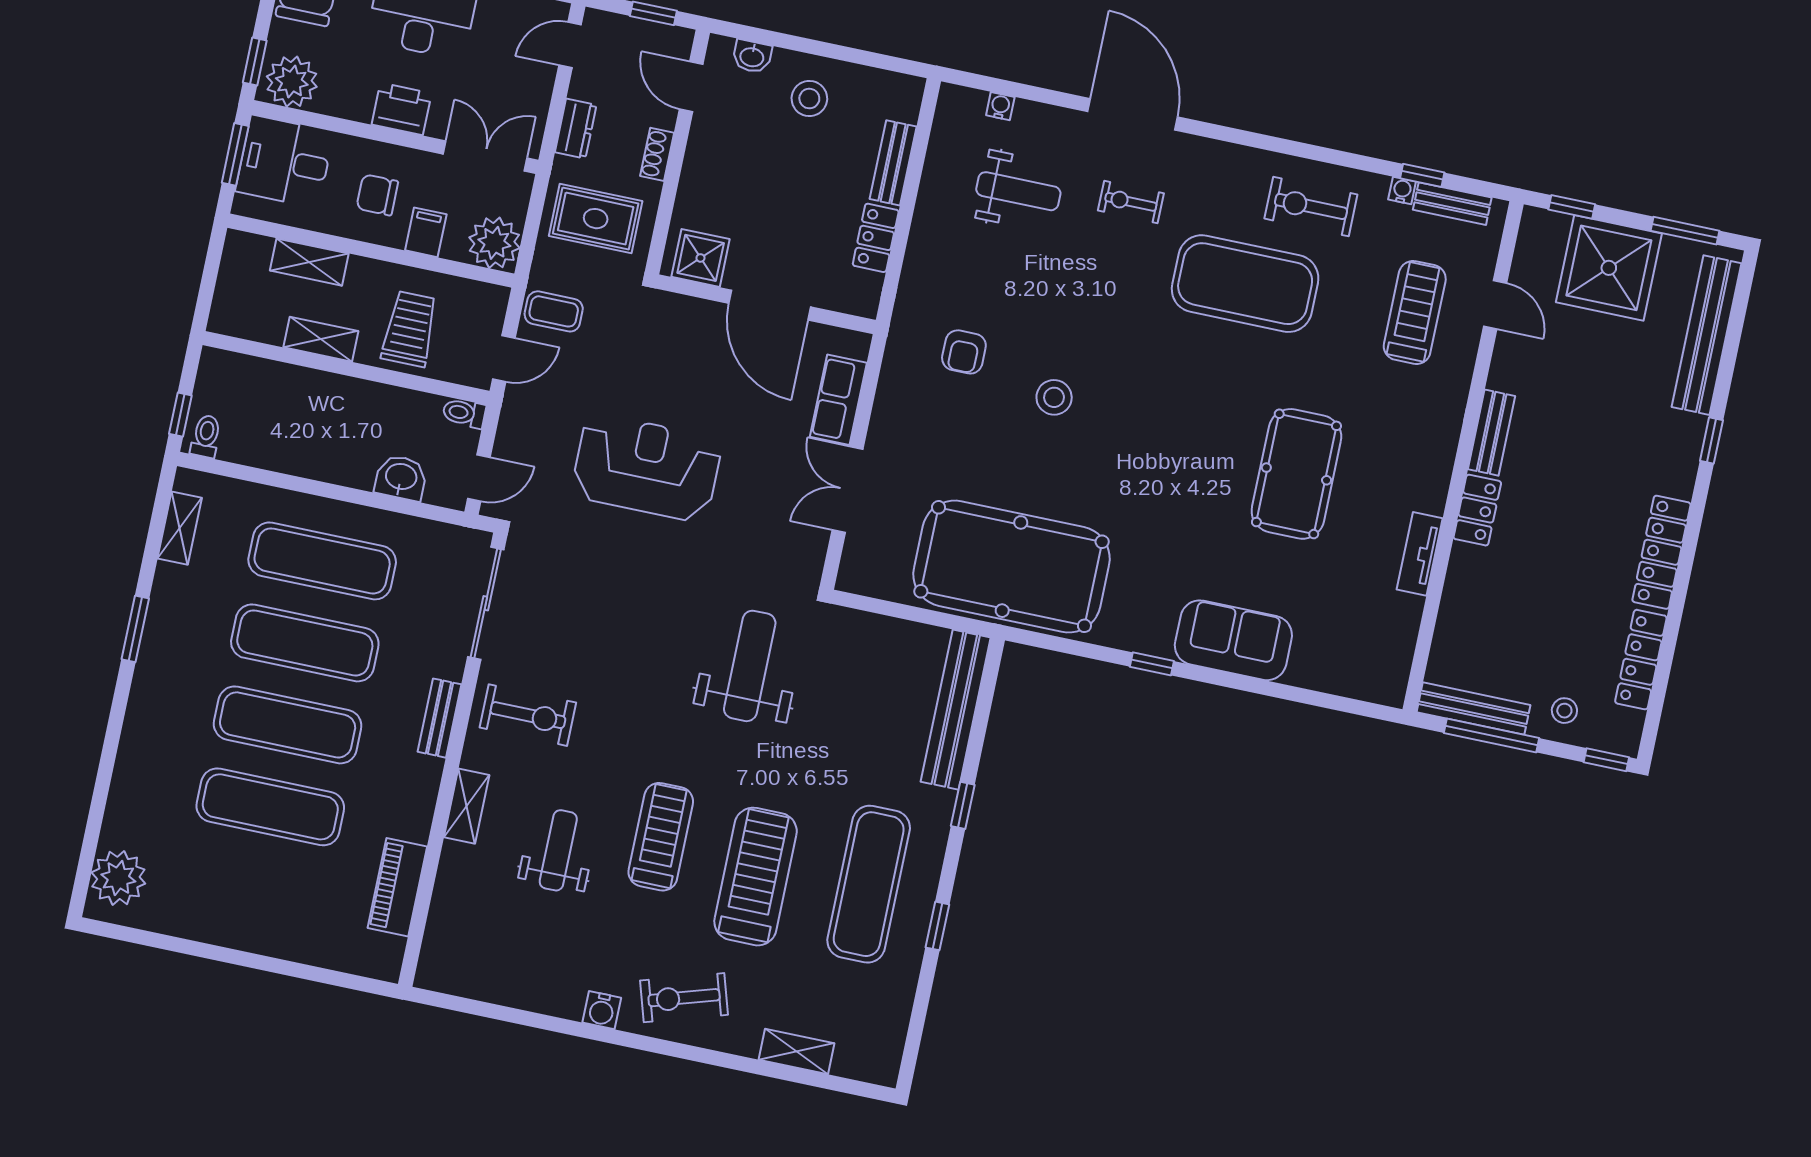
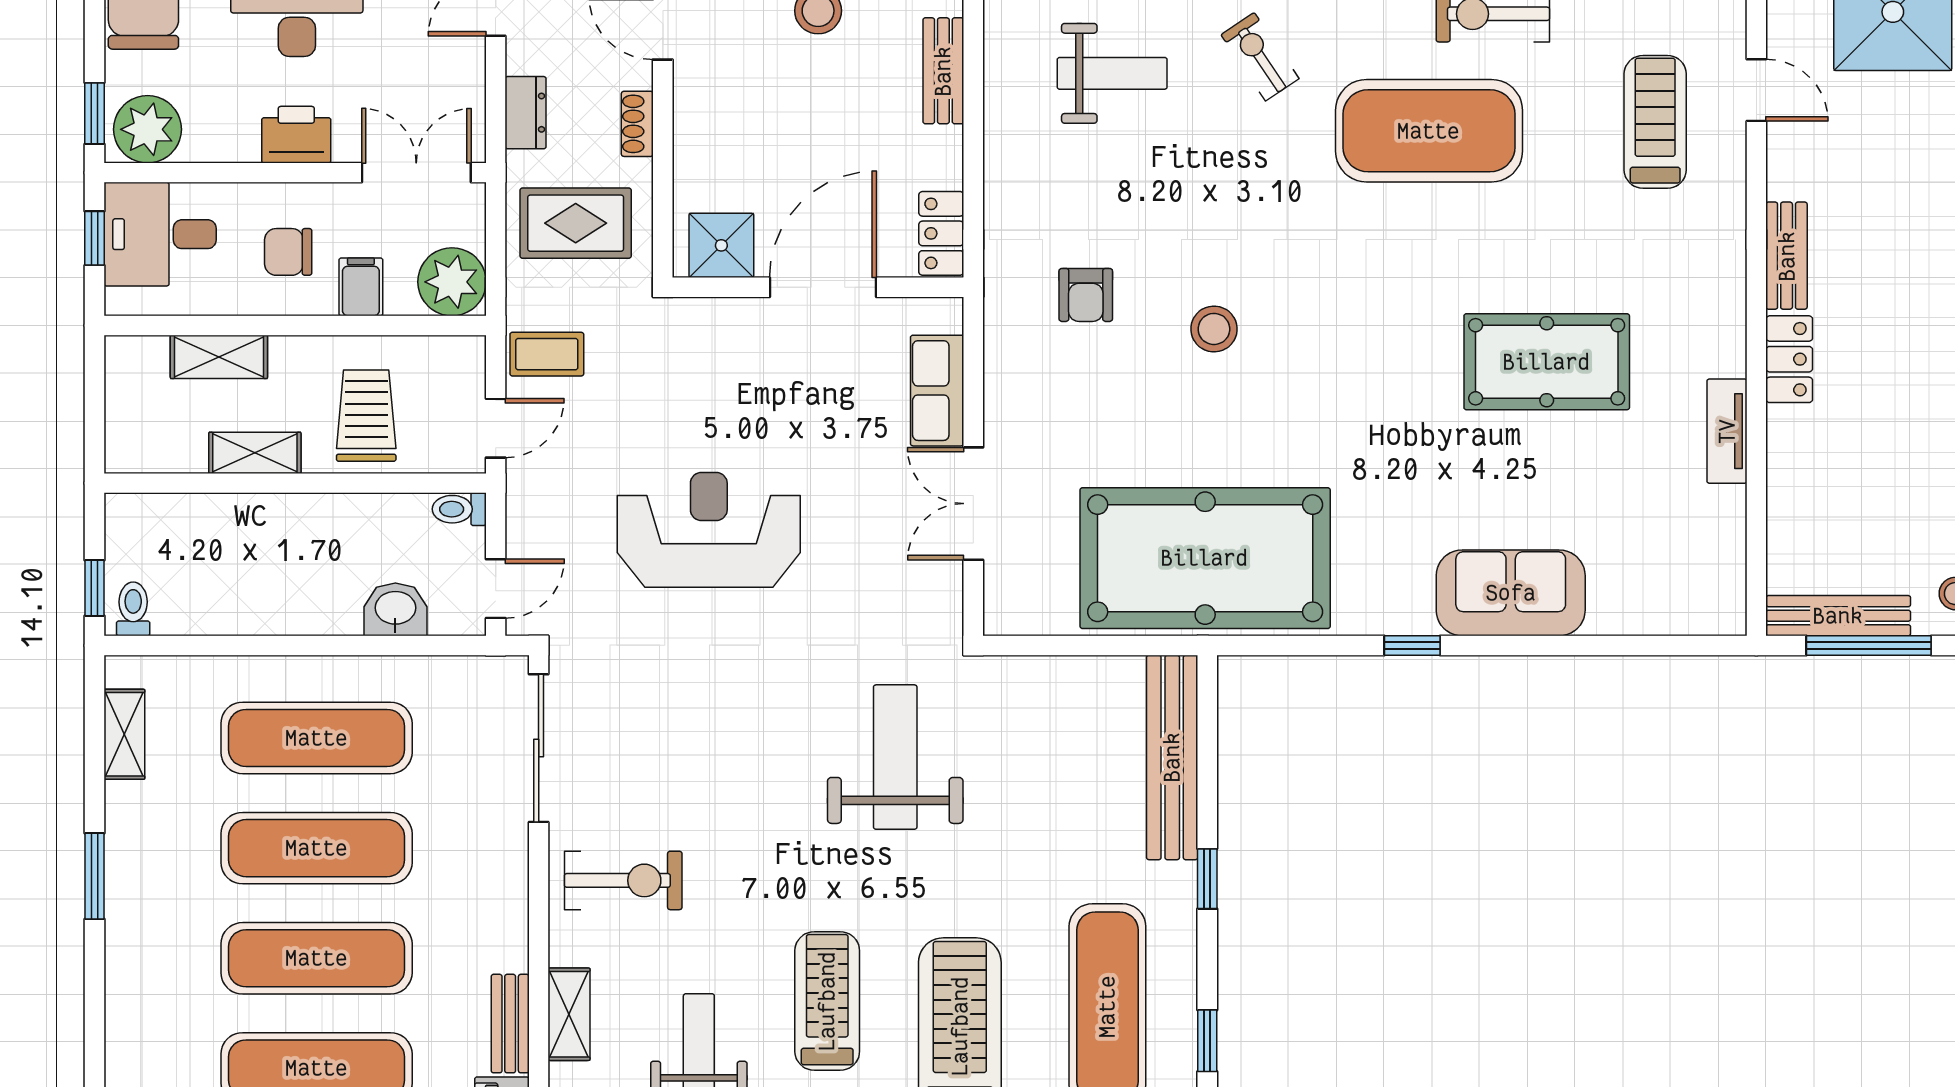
window: (235, 154) -> (94, 238), width x0.67
exercise bike: (1131, 202) -> (1260, 57), turned 56
locker: (876, 238) -> (941, 233), moved
door: (770, 305) -> (823, 287), swing flipped
pool table: (1296, 474) -> (1547, 362), turned 90
bench: (440, 718) -> (510, 1024), moved

